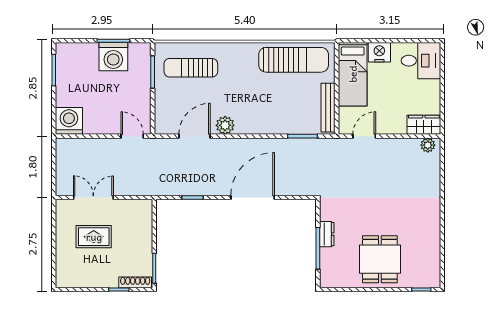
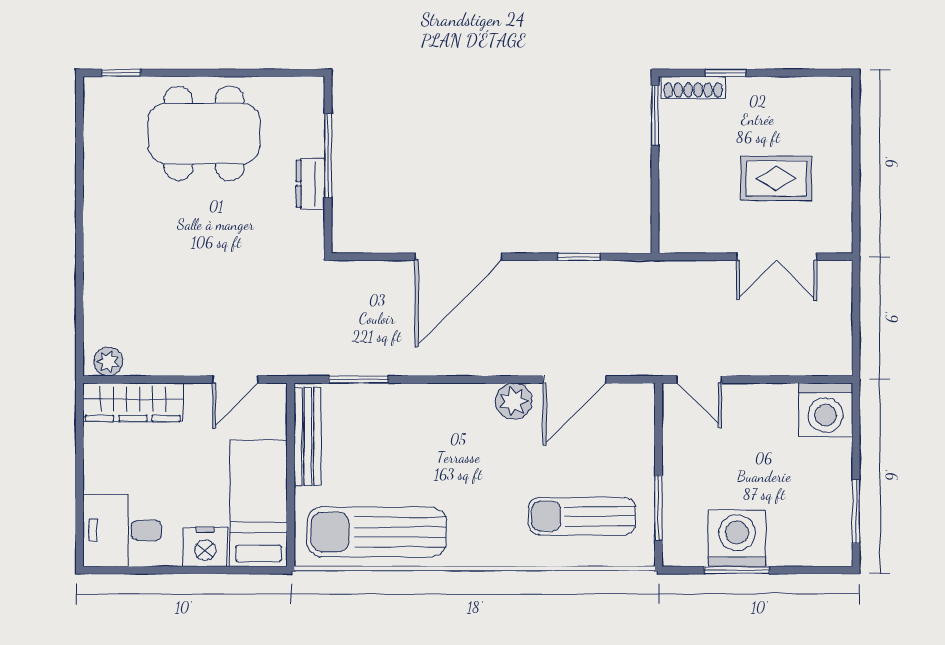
sun lounger: (191, 68) -> (582, 516), turned 180
wardrobe: (424, 125) -> (133, 402), width x1.50
dining table: (380, 259) -> (204, 133), width x1.37

